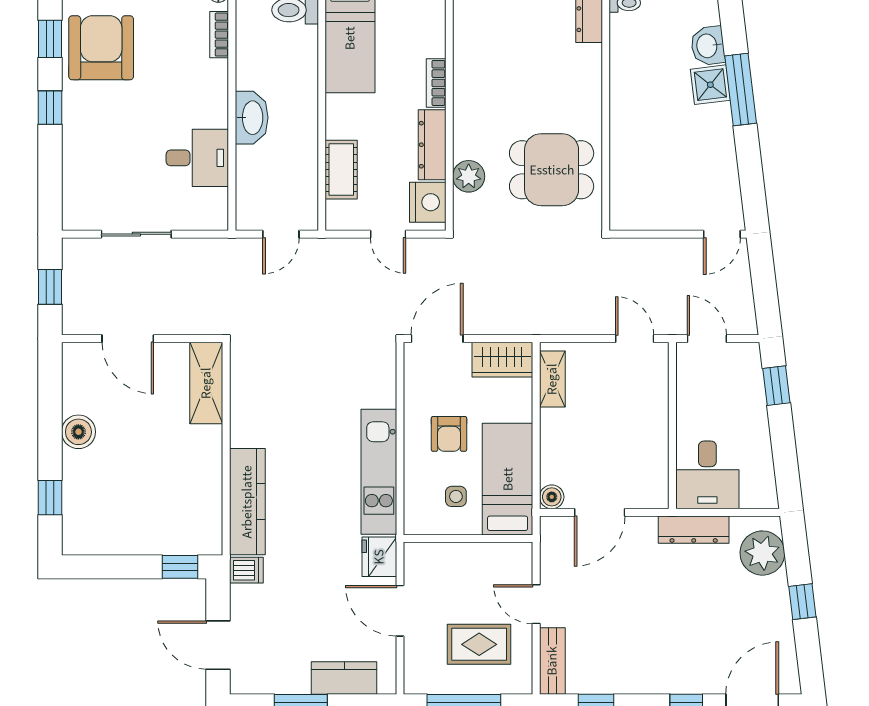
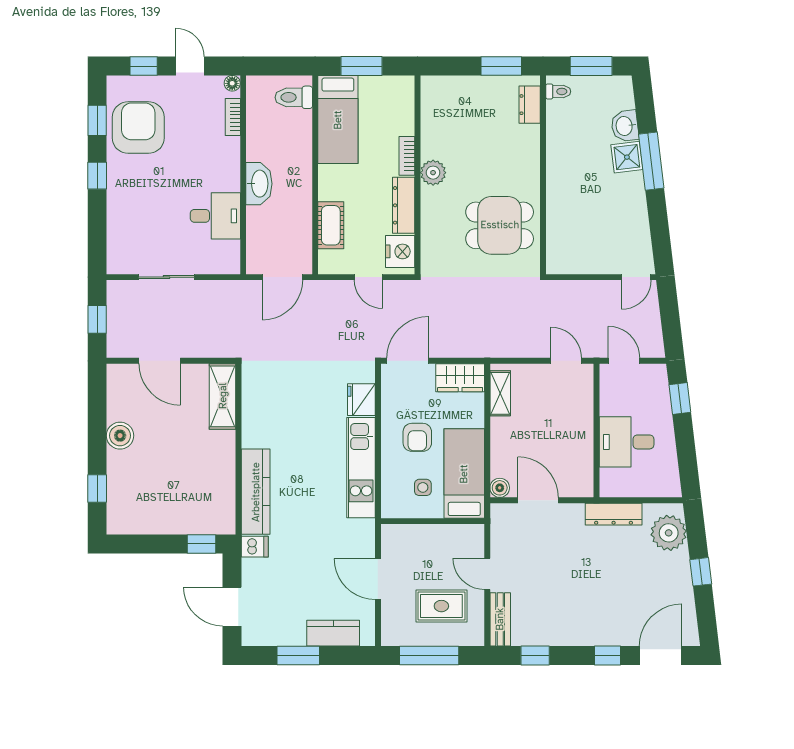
plant: (469, 176) -> (433, 173), moved
door: (281, 234) -> (282, 277), width x1.38
desk: (707, 475) -> (627, 442), moved, turned 90
door: (600, 512) -> (538, 500), swing flipped
fridge: (379, 557) -> (361, 400), moved

